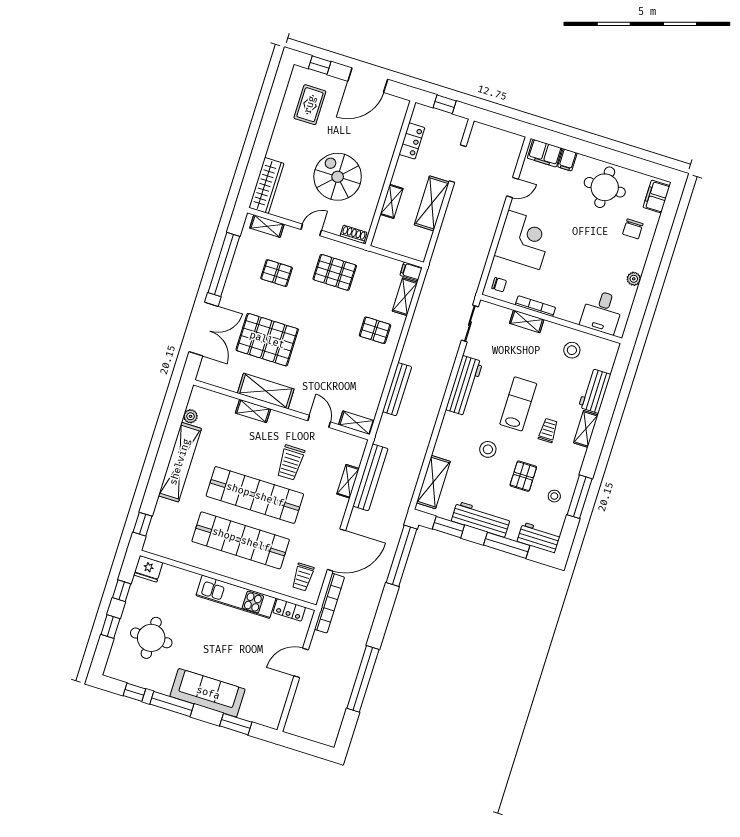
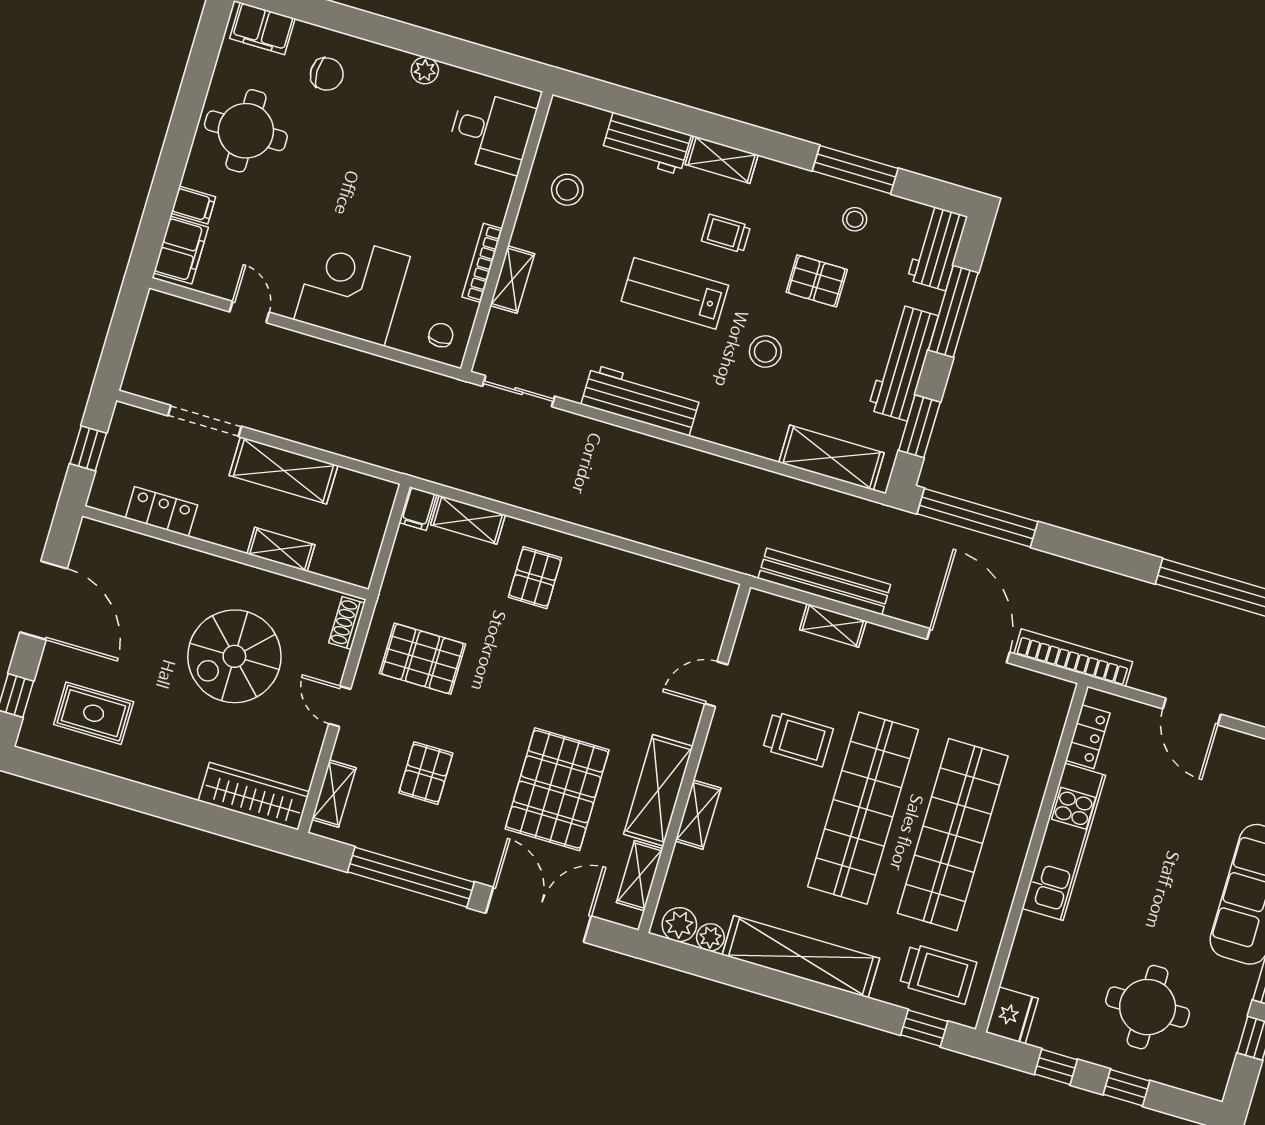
pallet: (335, 272) -> (422, 659), turned 90
bench: (397, 389) -> (650, 532), removed
plant: (197, 401) -> (679, 925), added
shelving: (356, 423) -> (640, 876), moved
trolley: (303, 577) -> (938, 974), moved, width x1.36, depth x1.39

